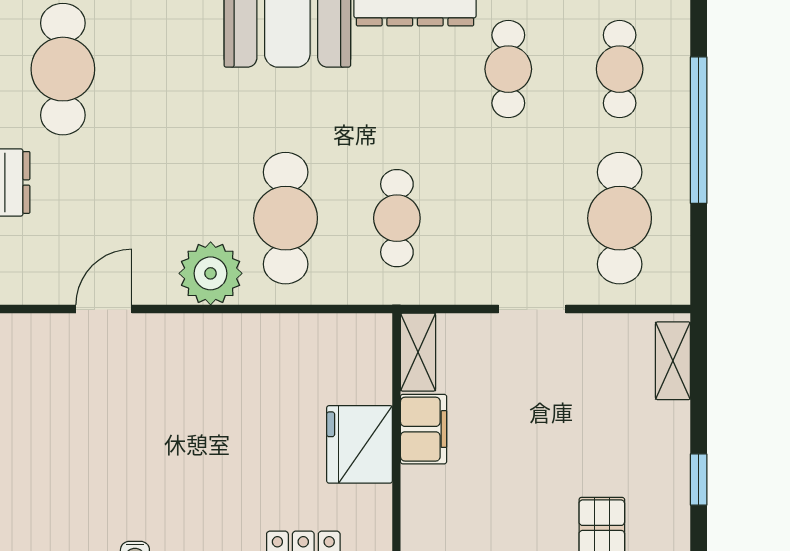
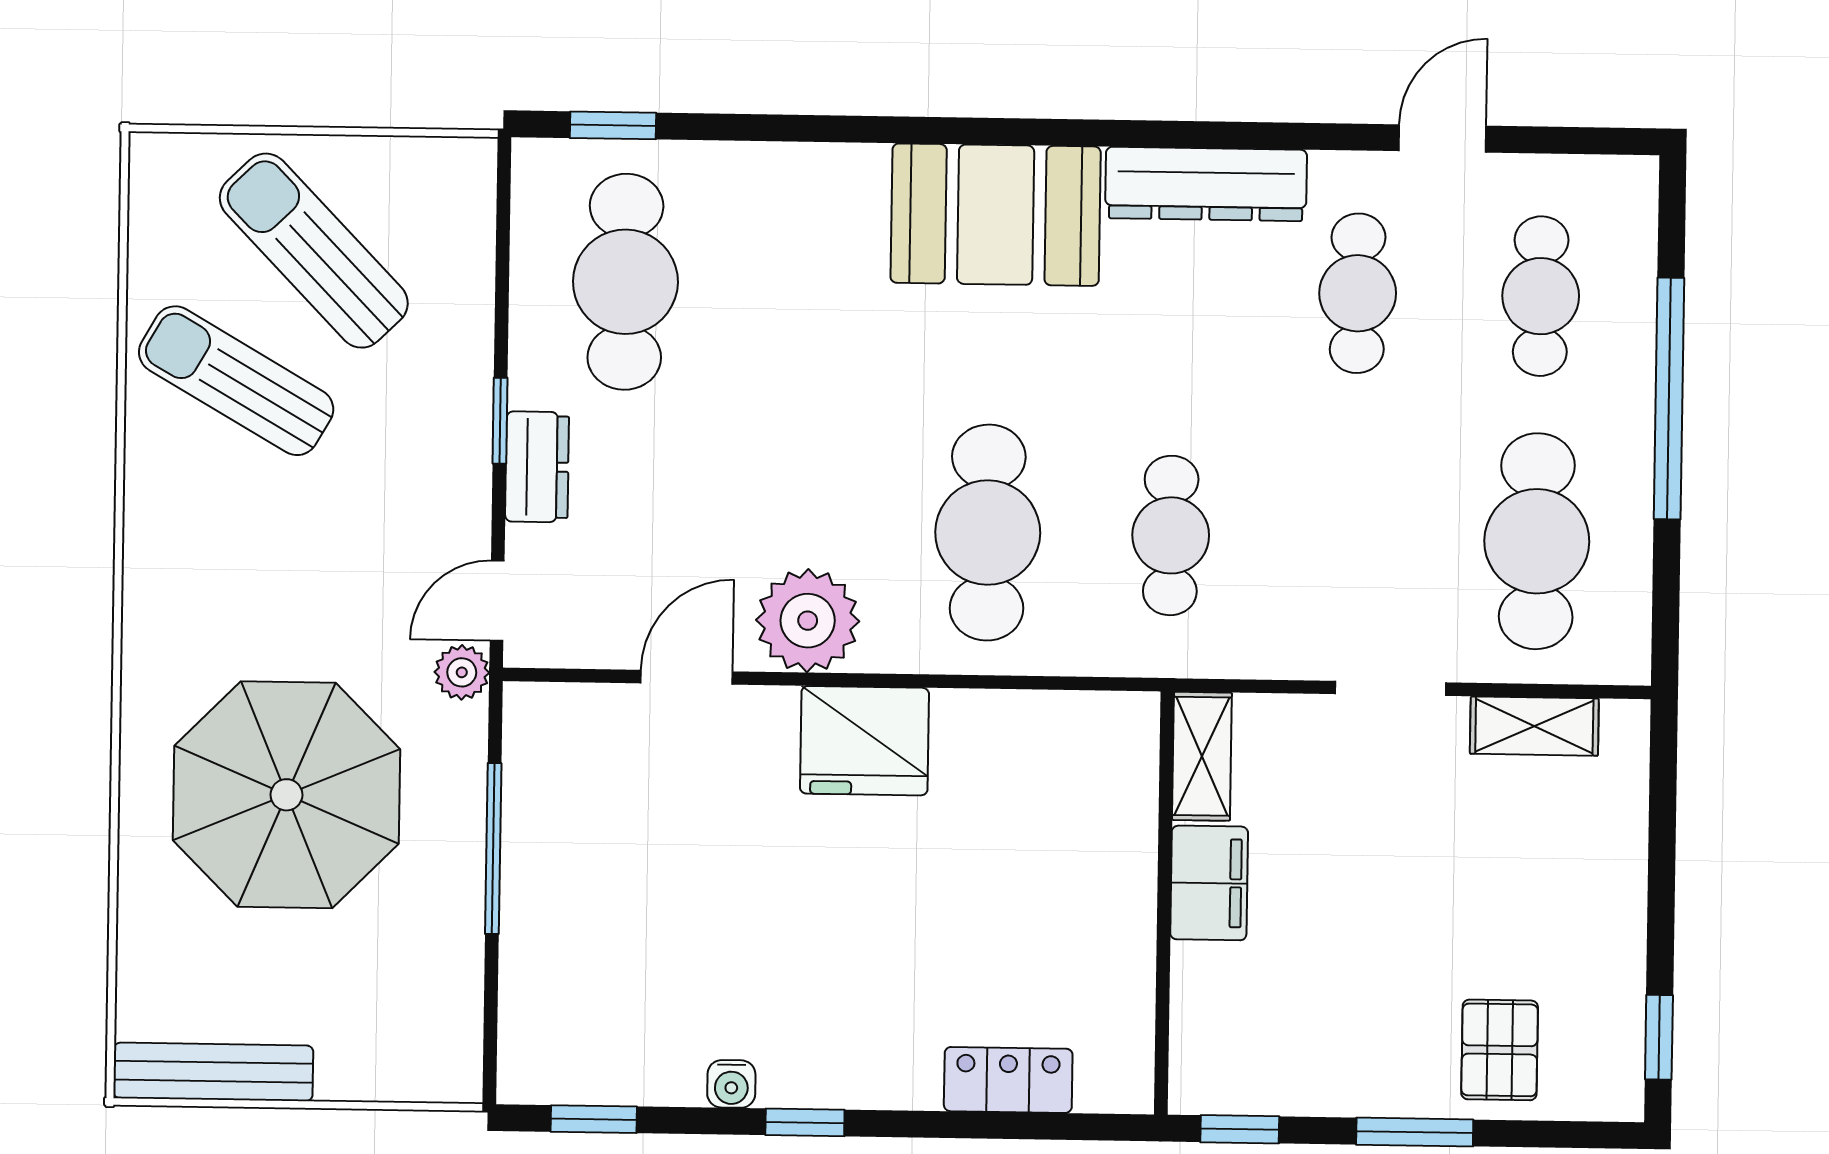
plant: (211, 273) -> (808, 621), moved
shelving: (673, 361) -> (1534, 726), moved, turned 90
fridge: (359, 444) -> (864, 741), moved, turned -90
window: (699, 480) -> (1659, 1037), moved

